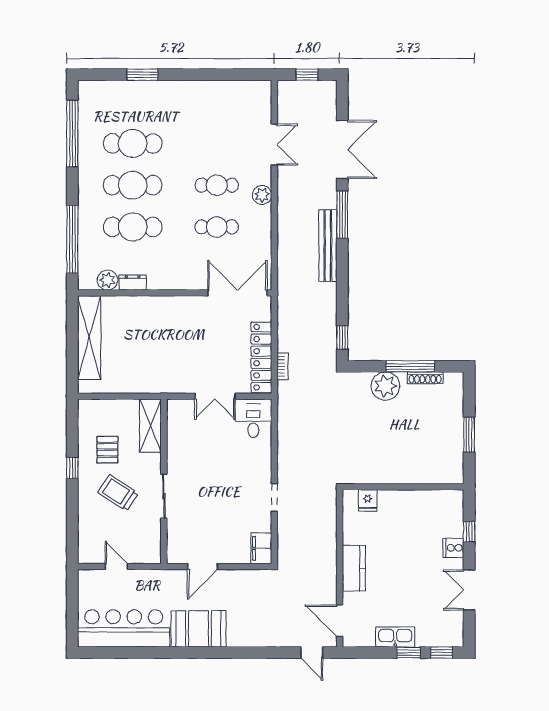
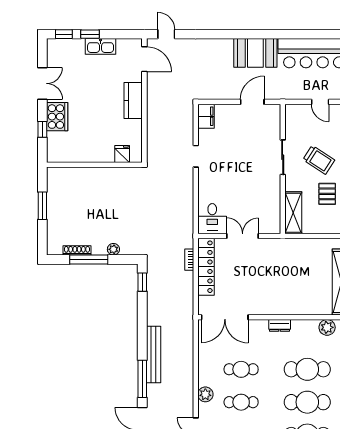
dresser: (133, 283) -> (280, 325), moved
plant: (385, 386) -> (113, 249), width x0.53, depth x0.53
cooker: (453, 548) -> (57, 117), width x1.87, depth x1.31

